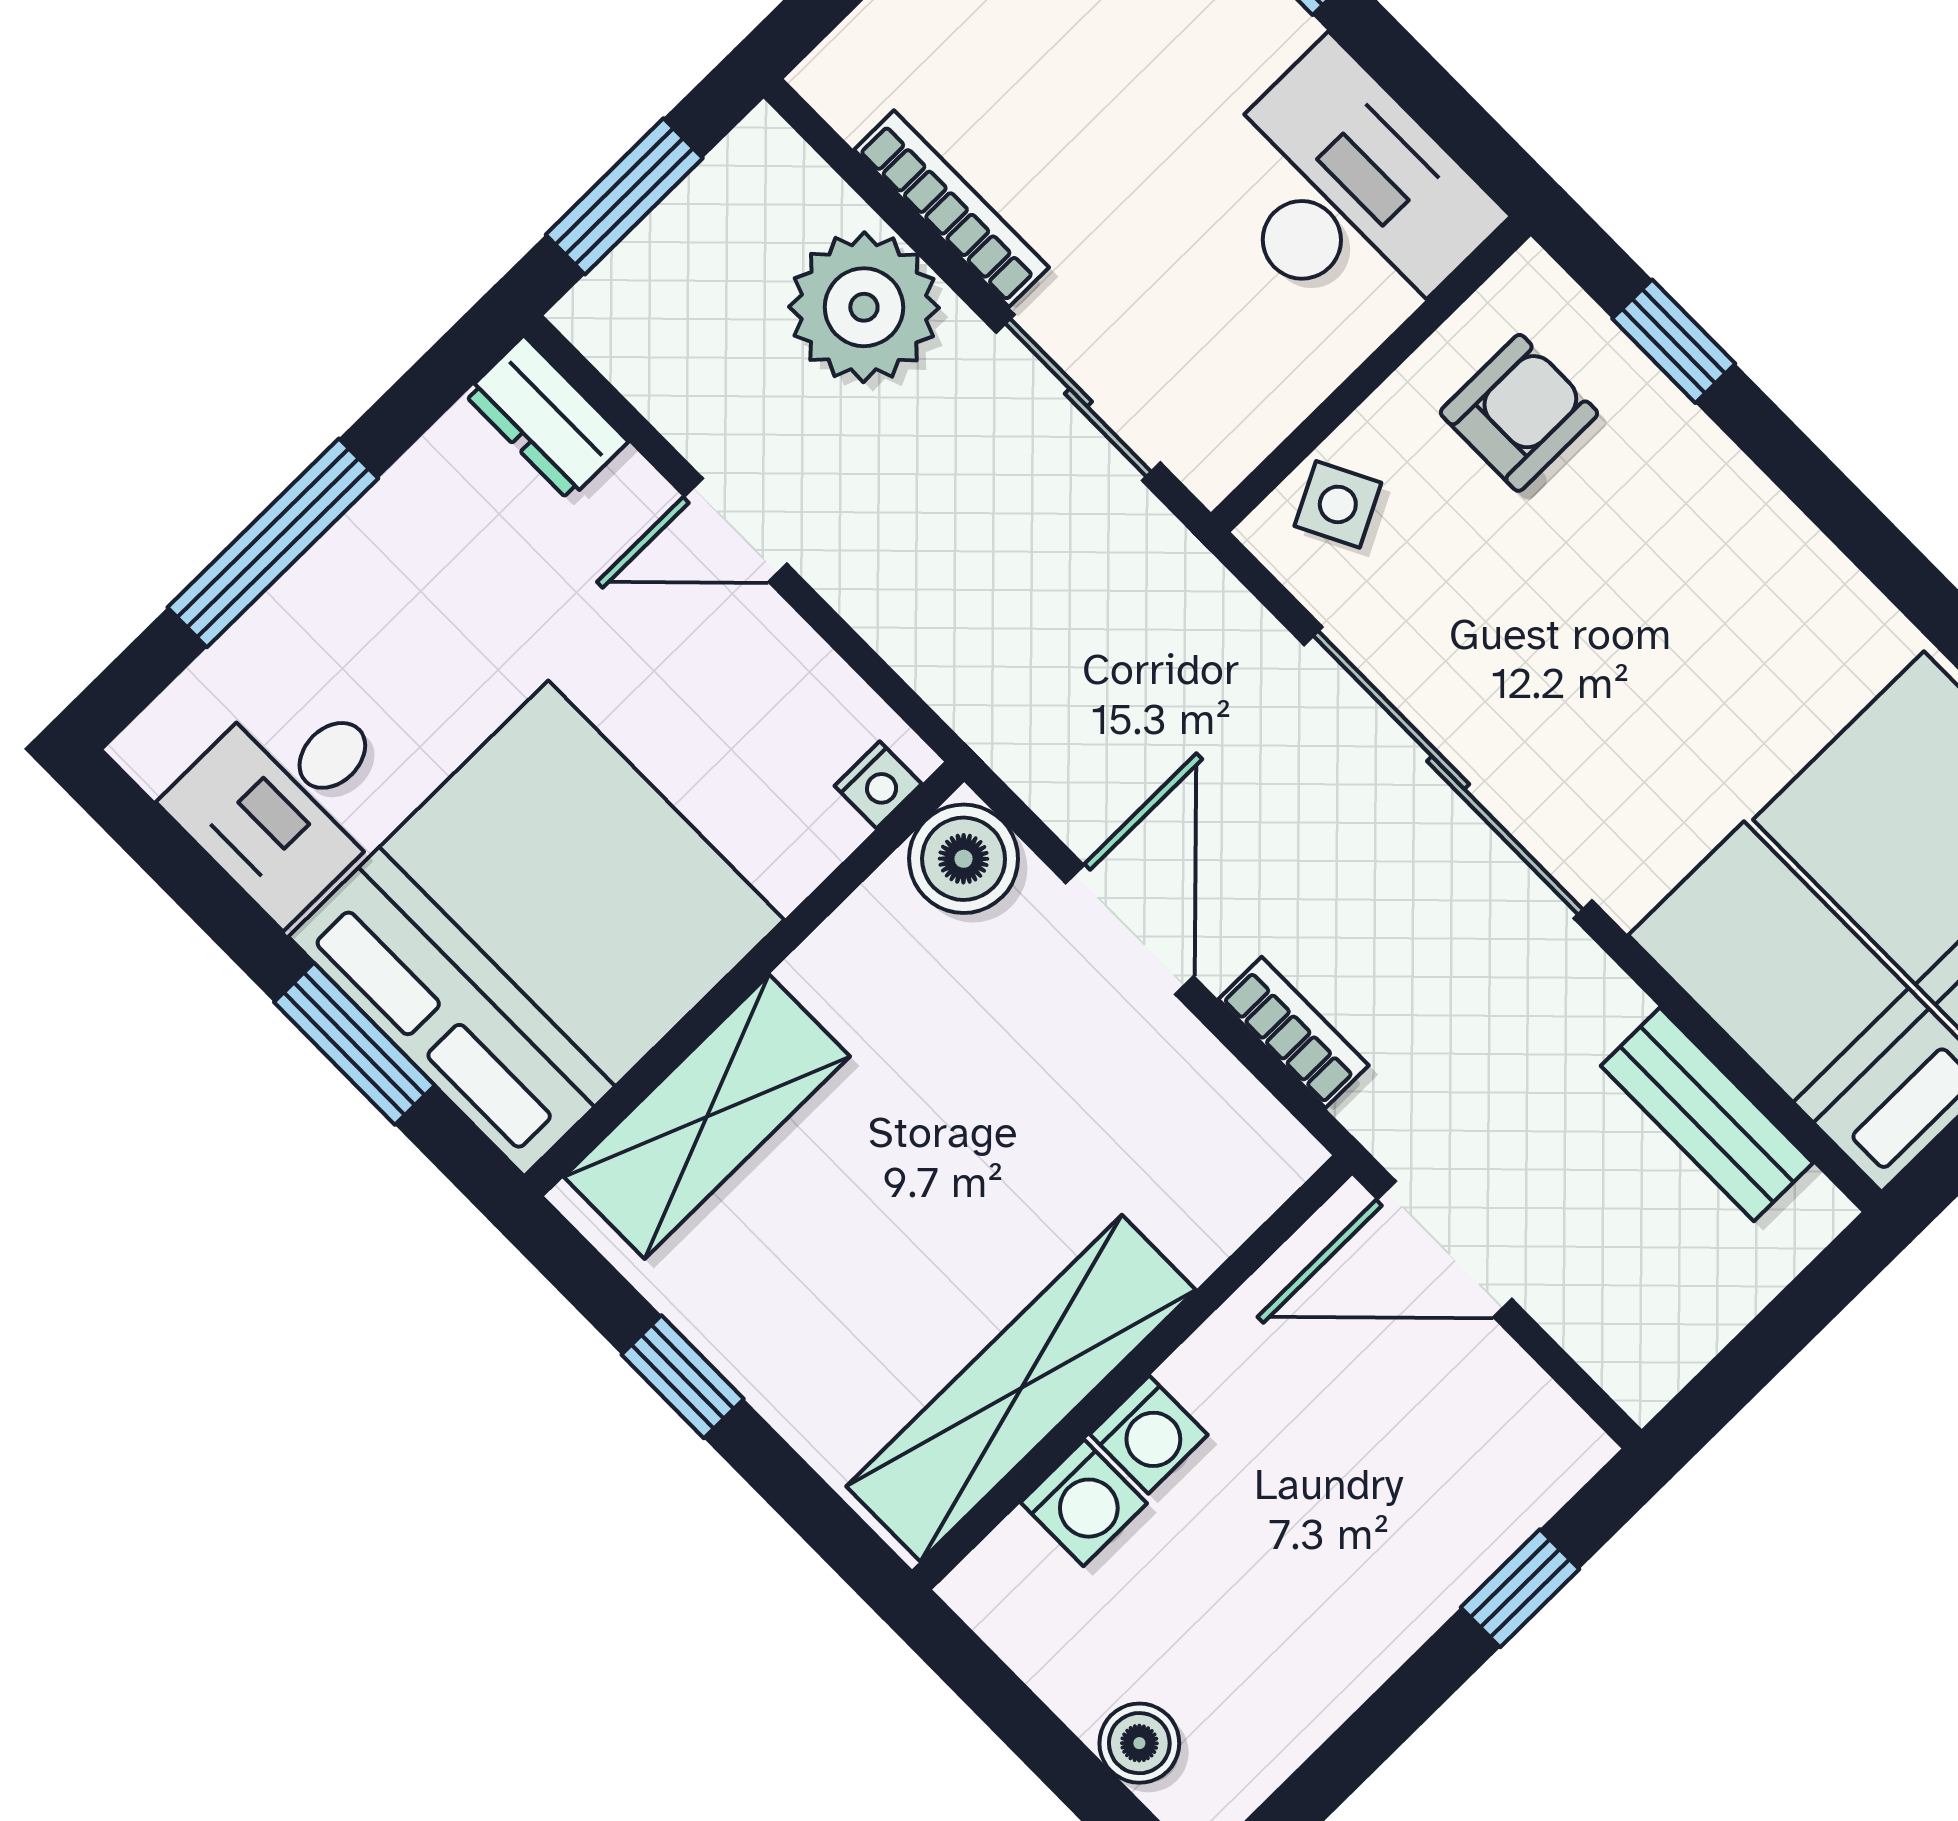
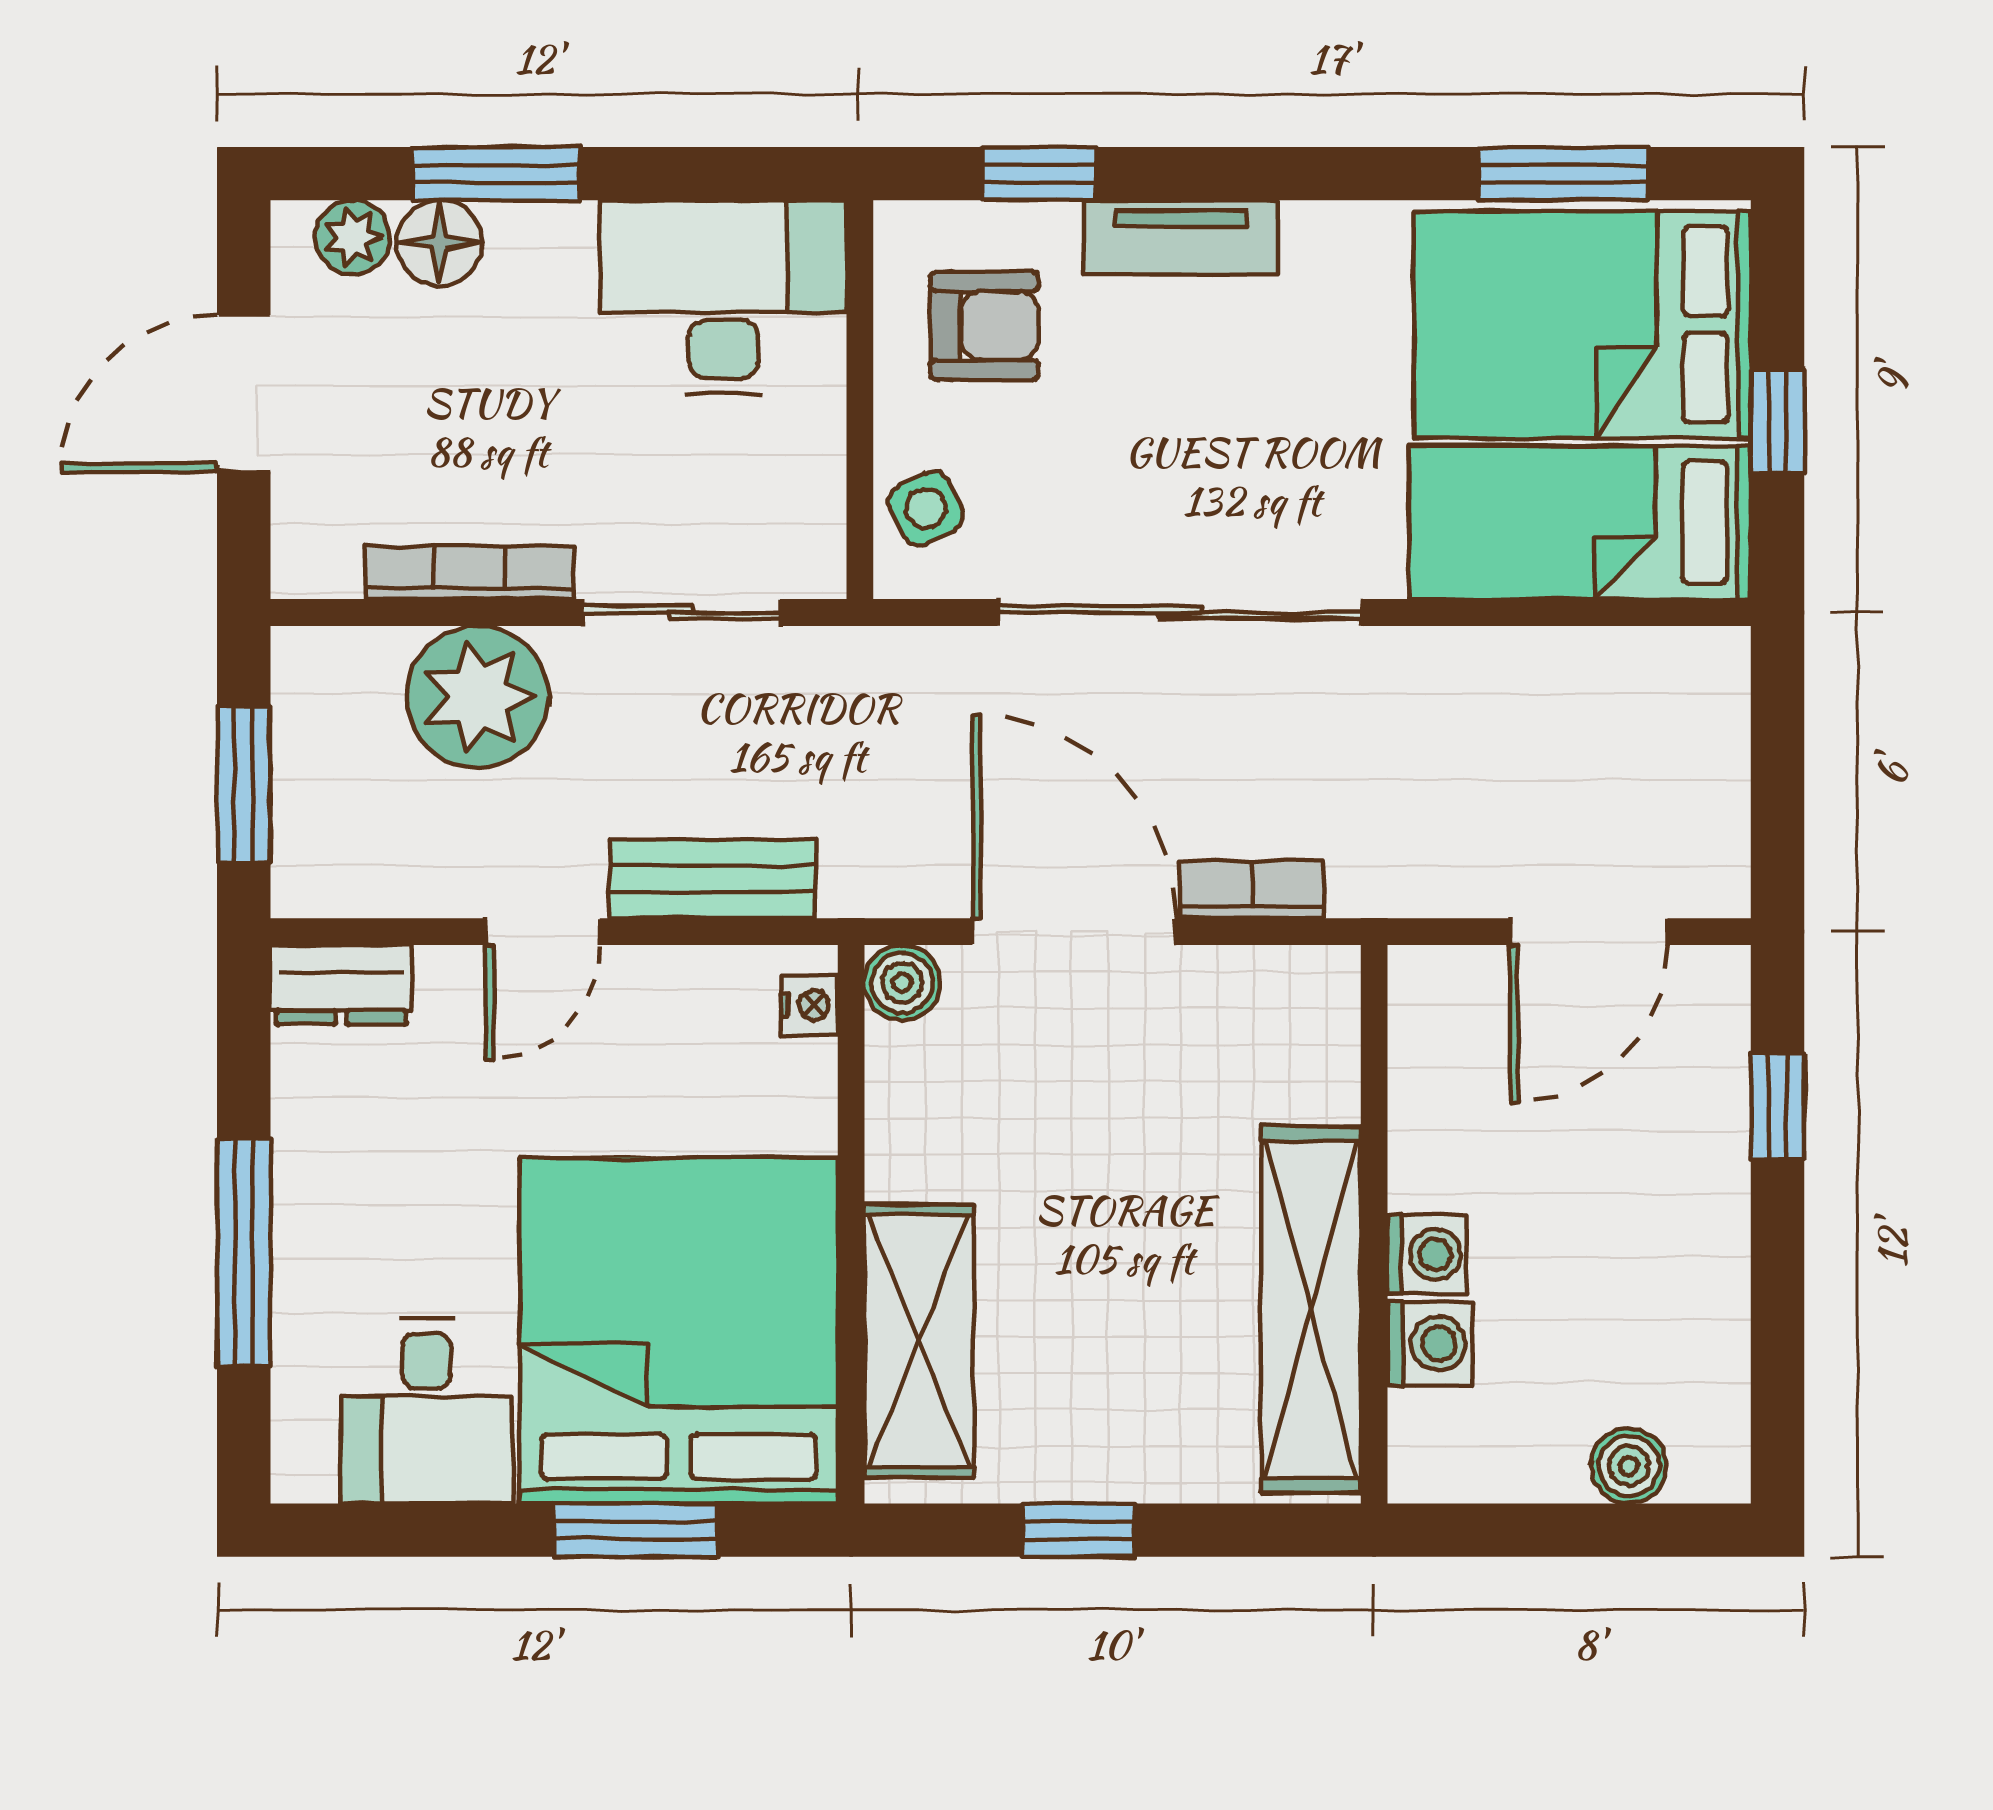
armchair: (1519, 413) -> (984, 326), turned 90
tv unit: (1731, 495) -> (1181, 237), added
boiler: (964, 859) -> (902, 983), width x0.73, depth x0.73
door: (1130, 930) -> (1074, 932), width x1.36
bench: (1707, 1114) -> (713, 879), moved
door: (1445, 1249) -> (1589, 932), moved

